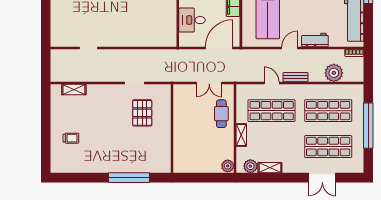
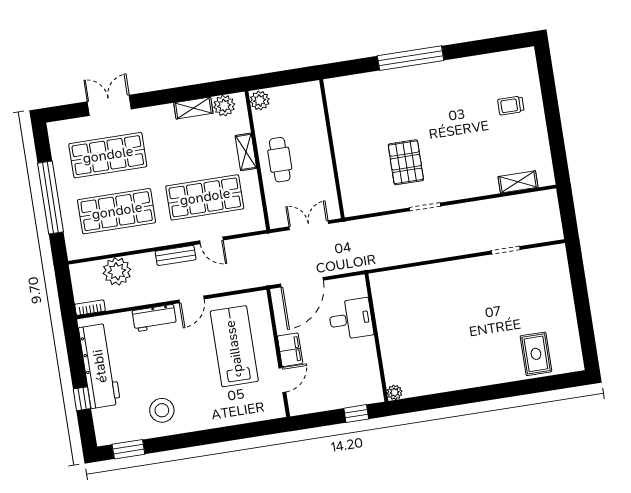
cafe table: (221, 114) -> (280, 160), moved
wall: (172, 129) -> (332, 149), moved

